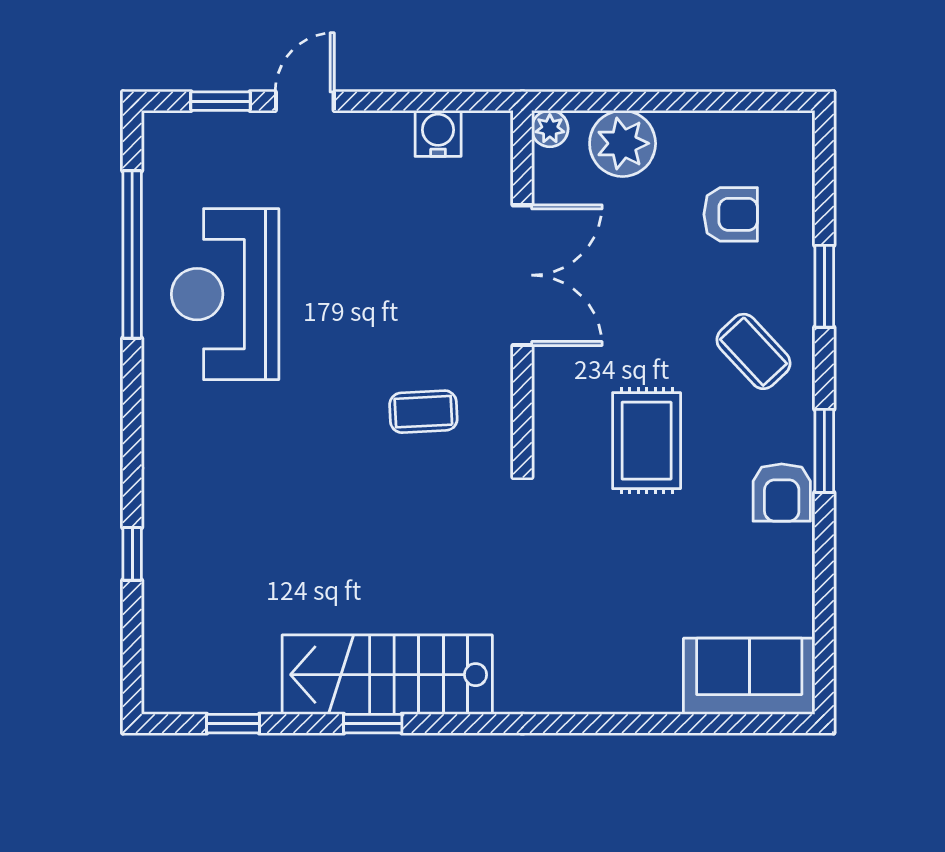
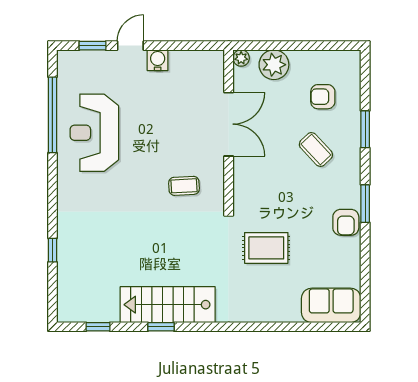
water cooler: (438, 133) -> (158, 60), moved
armchair: (731, 214) -> (323, 97), turned 180
coffee table: (753, 351) -> (316, 149), moved
rug: (647, 441) -> (266, 248), moved, turned 90

